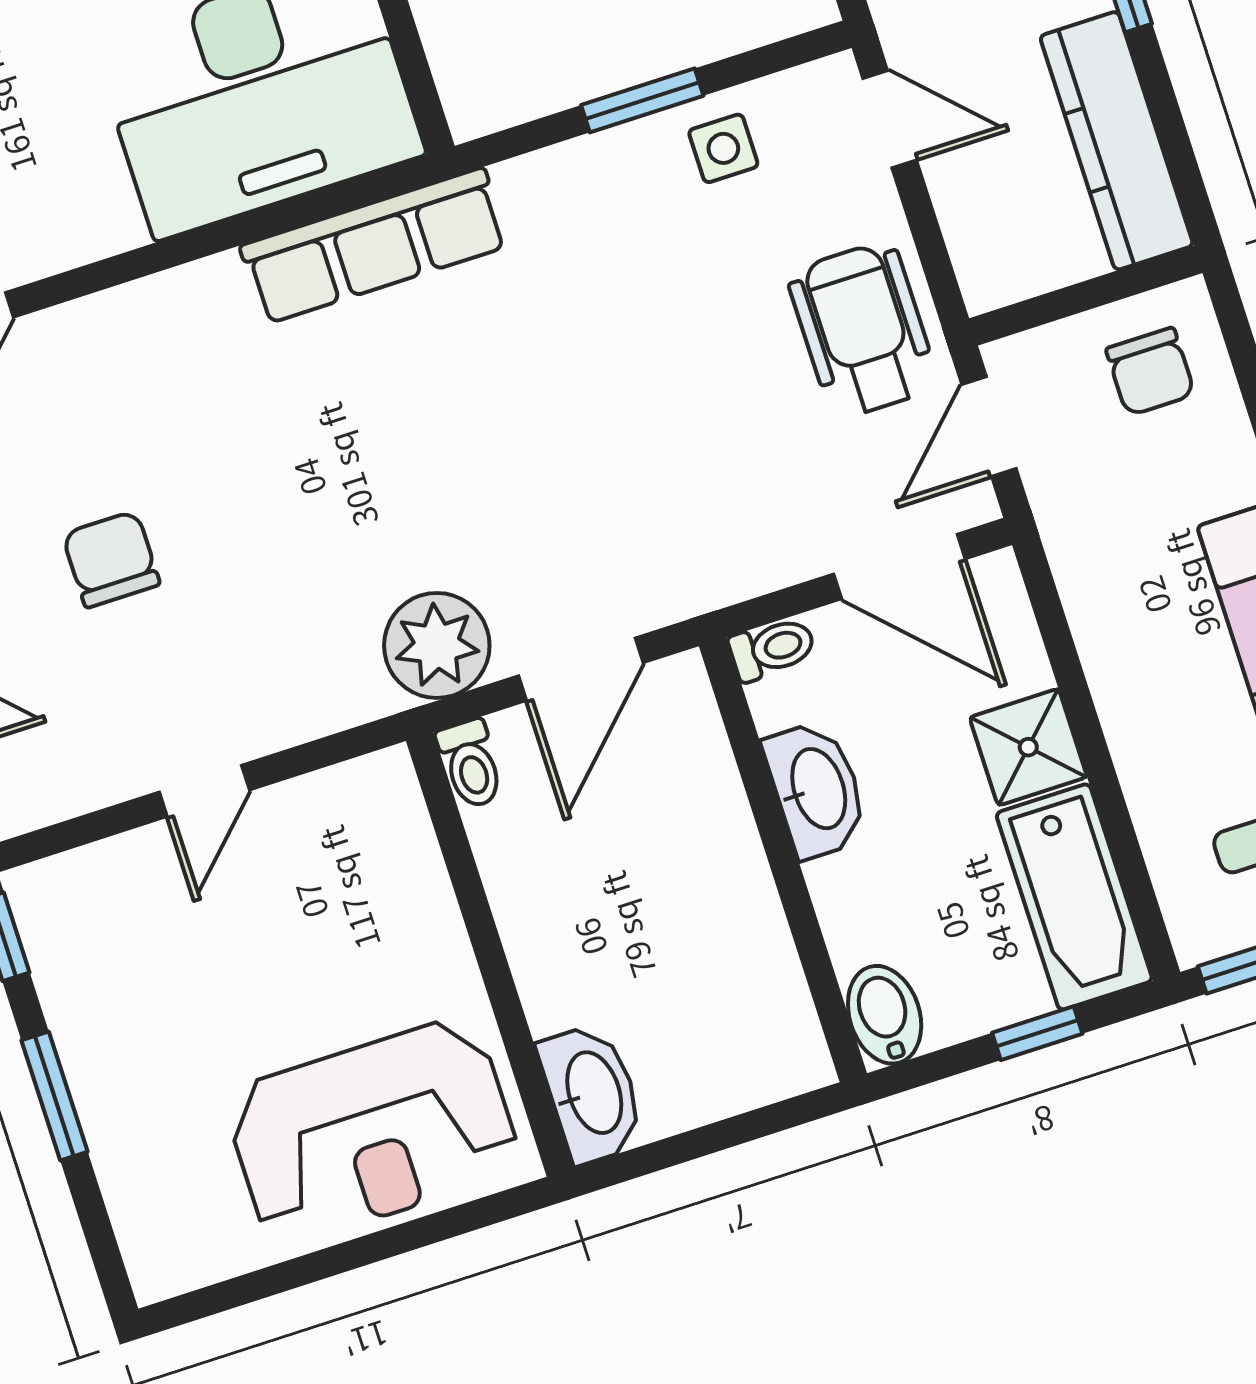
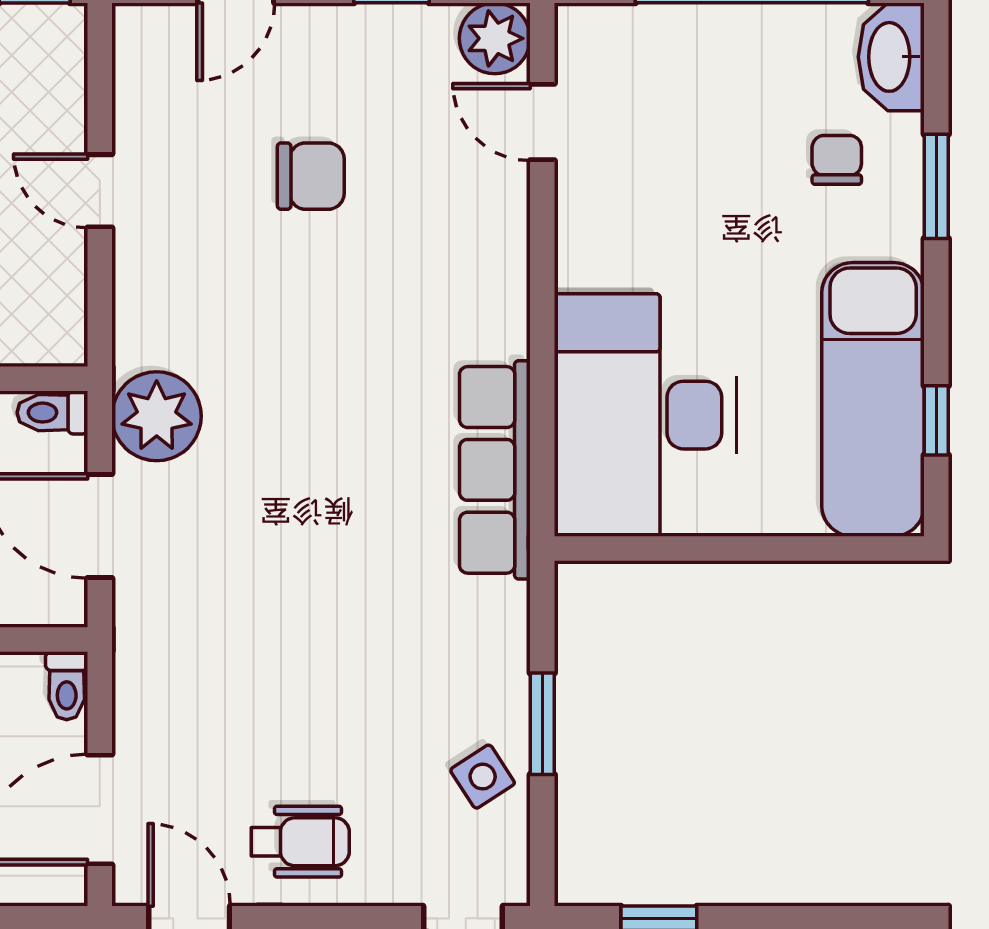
side table: (723, 148) -> (483, 777), turned -33
wheelchair: (863, 330) -> (300, 842), width x0.73, depth x0.73

